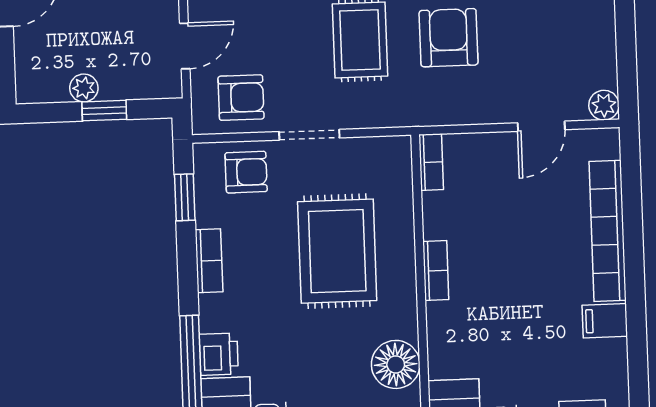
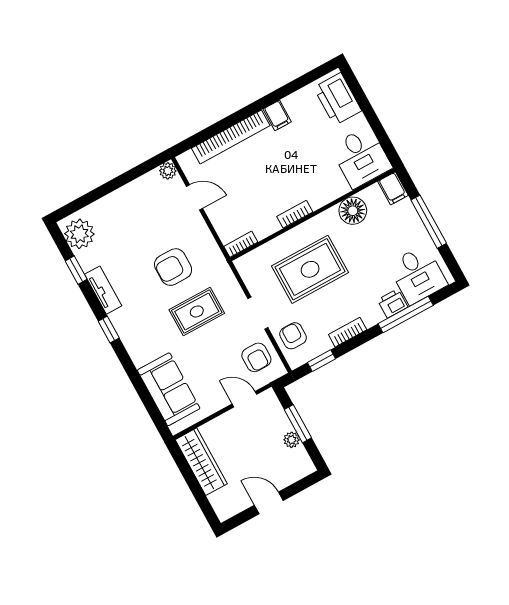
armchair: (241, 98) -> (256, 357), turned 180
window: (104, 111) -> (298, 424), width x1.50

